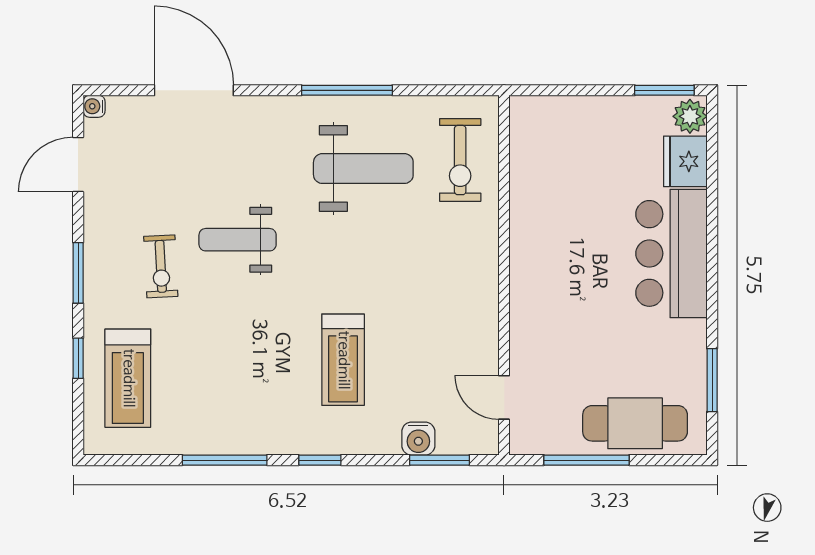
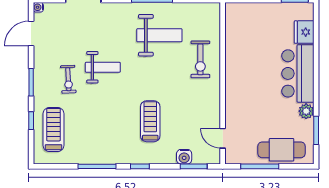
plant: (690, 116) -> (306, 111), moved
exercise bike: (460, 160) -> (200, 59), moved
weight bench: (238, 240) -> (103, 67), turned 180
treadmill: (343, 360) -> (150, 121), turned 180
treadmill: (128, 378) -> (53, 130), turned 180

